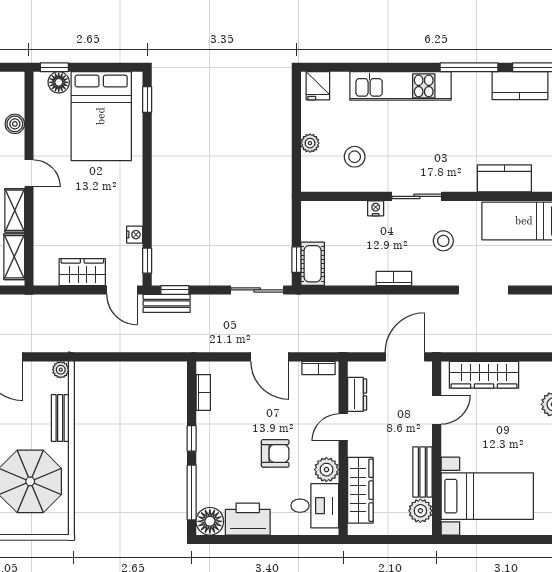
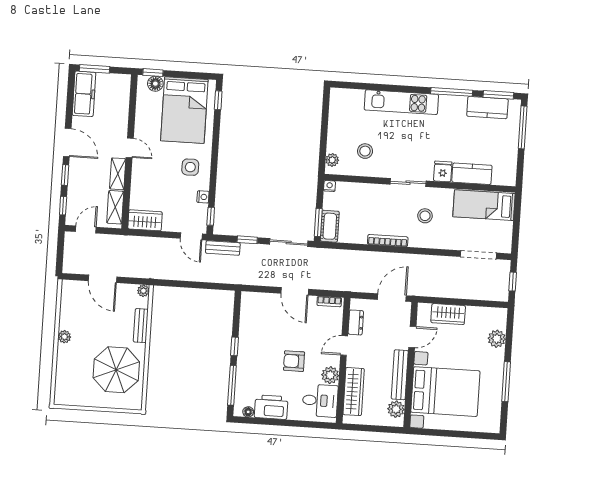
fridge: (318, 86) -> (443, 171), moved, turned 180
boiler: (15, 124) -> (122, 112), removed
plant: (310, 143) -> (332, 160), moved
side table: (114, 195) -> (190, 167), added
nightstand: (376, 208) -> (330, 186), moved
window: (296, 260) -> (318, 222), width x1.50
wardrobe: (82, 272) -> (145, 220), moved
bookcase: (394, 278) -> (388, 241), width x1.56
window: (175, 290) -> (247, 240), moved
doorway: (483, 290) -> (478, 255), moved
wardrobe: (484, 375) -> (448, 314), width x0.67
bookcase: (203, 392) -> (245, 314), removed
armchair: (275, 453) -> (294, 361), turned 180
bench: (423, 472) -> (400, 375), width x1.36
bed with nightstands: (487, 496) -> (445, 392), width x1.36
floor lamp: (210, 521) -> (248, 412), width x0.53, depth x0.53

